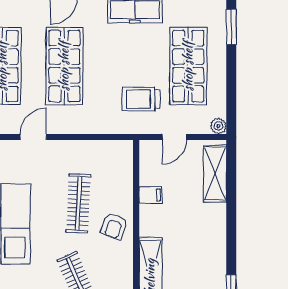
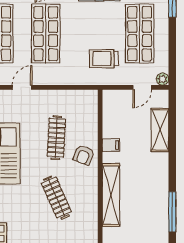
door: (174, 137) -> (142, 87), moved
shelving: (215, 174) -> (160, 130), moved
filing cabinet: (150, 195) -> (111, 145), moved

